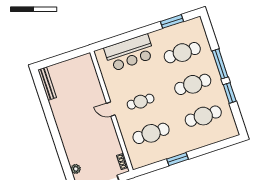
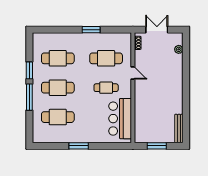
window: (172, 21) -> (79, 146), moved
bar counter: (129, 53) -> (120, 119), moved, turned -90
window: (65, 57) -> (157, 146), added
door: (111, 109) -> (133, 73), moved

